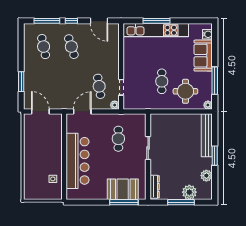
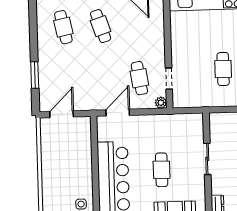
door: (40, 112) -> (62, 114), hinge flipped
cafe table: (118, 139) -> (162, 170), moved

